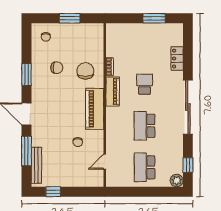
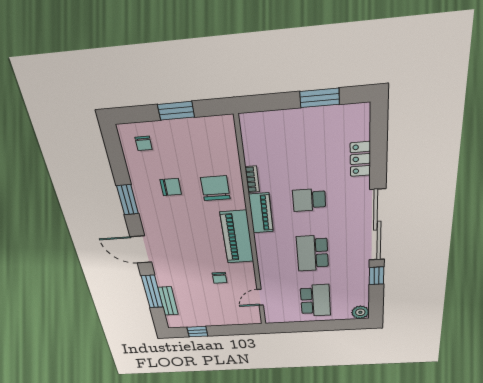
school desk: (145, 84) -> (309, 200), turned -90
bench: (36, 165) -> (168, 301), width x0.73
window: (188, 165) -> (376, 276), moved
school desk: (145, 167) -> (315, 301), turned 180

